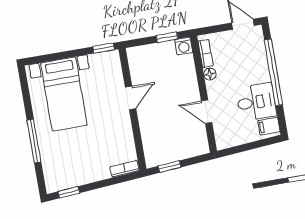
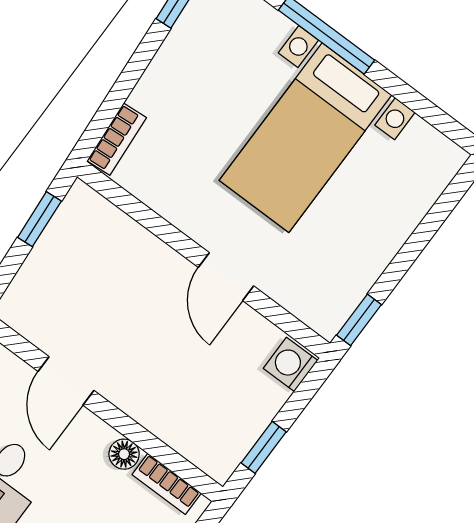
washing machine: (184, 46) -> (290, 364), moved
bed with nightstands: (64, 94) -> (305, 138), moved, turned -90
door: (207, 112) -> (66, 381), swing flipped

